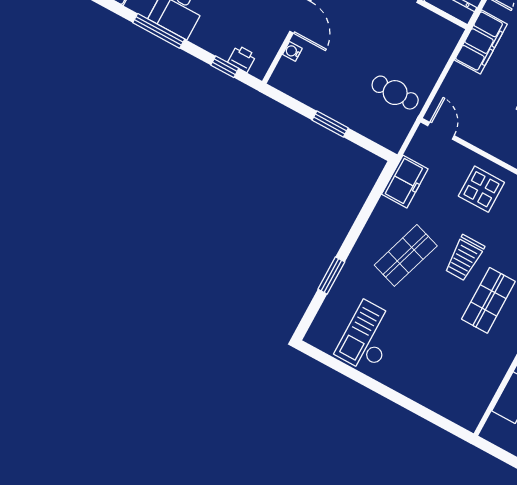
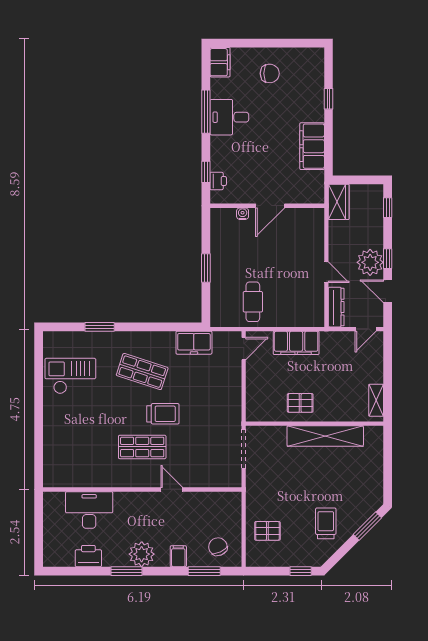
filing cabinet: (481, 42) -> (296, 343), moved
display table: (481, 189) -> (218, 400), removed
trolley: (464, 258) -> (163, 414), turned 180

